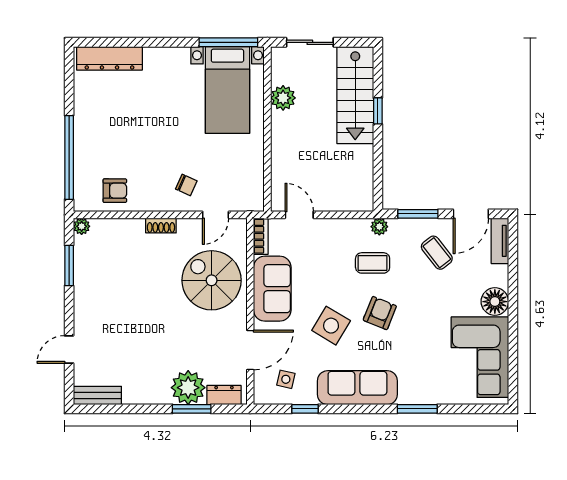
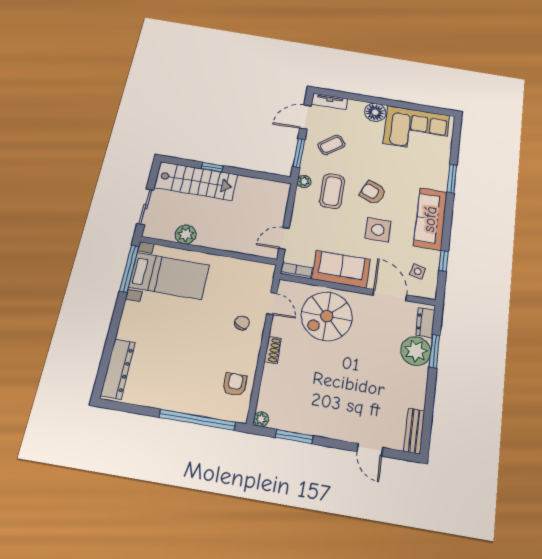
door: (471, 214) -> (305, 117), swing flipped
coffee table: (373, 263) -> (332, 191), width x1.36, depth x1.30
side table: (331, 326) -> (378, 230), turned -31

